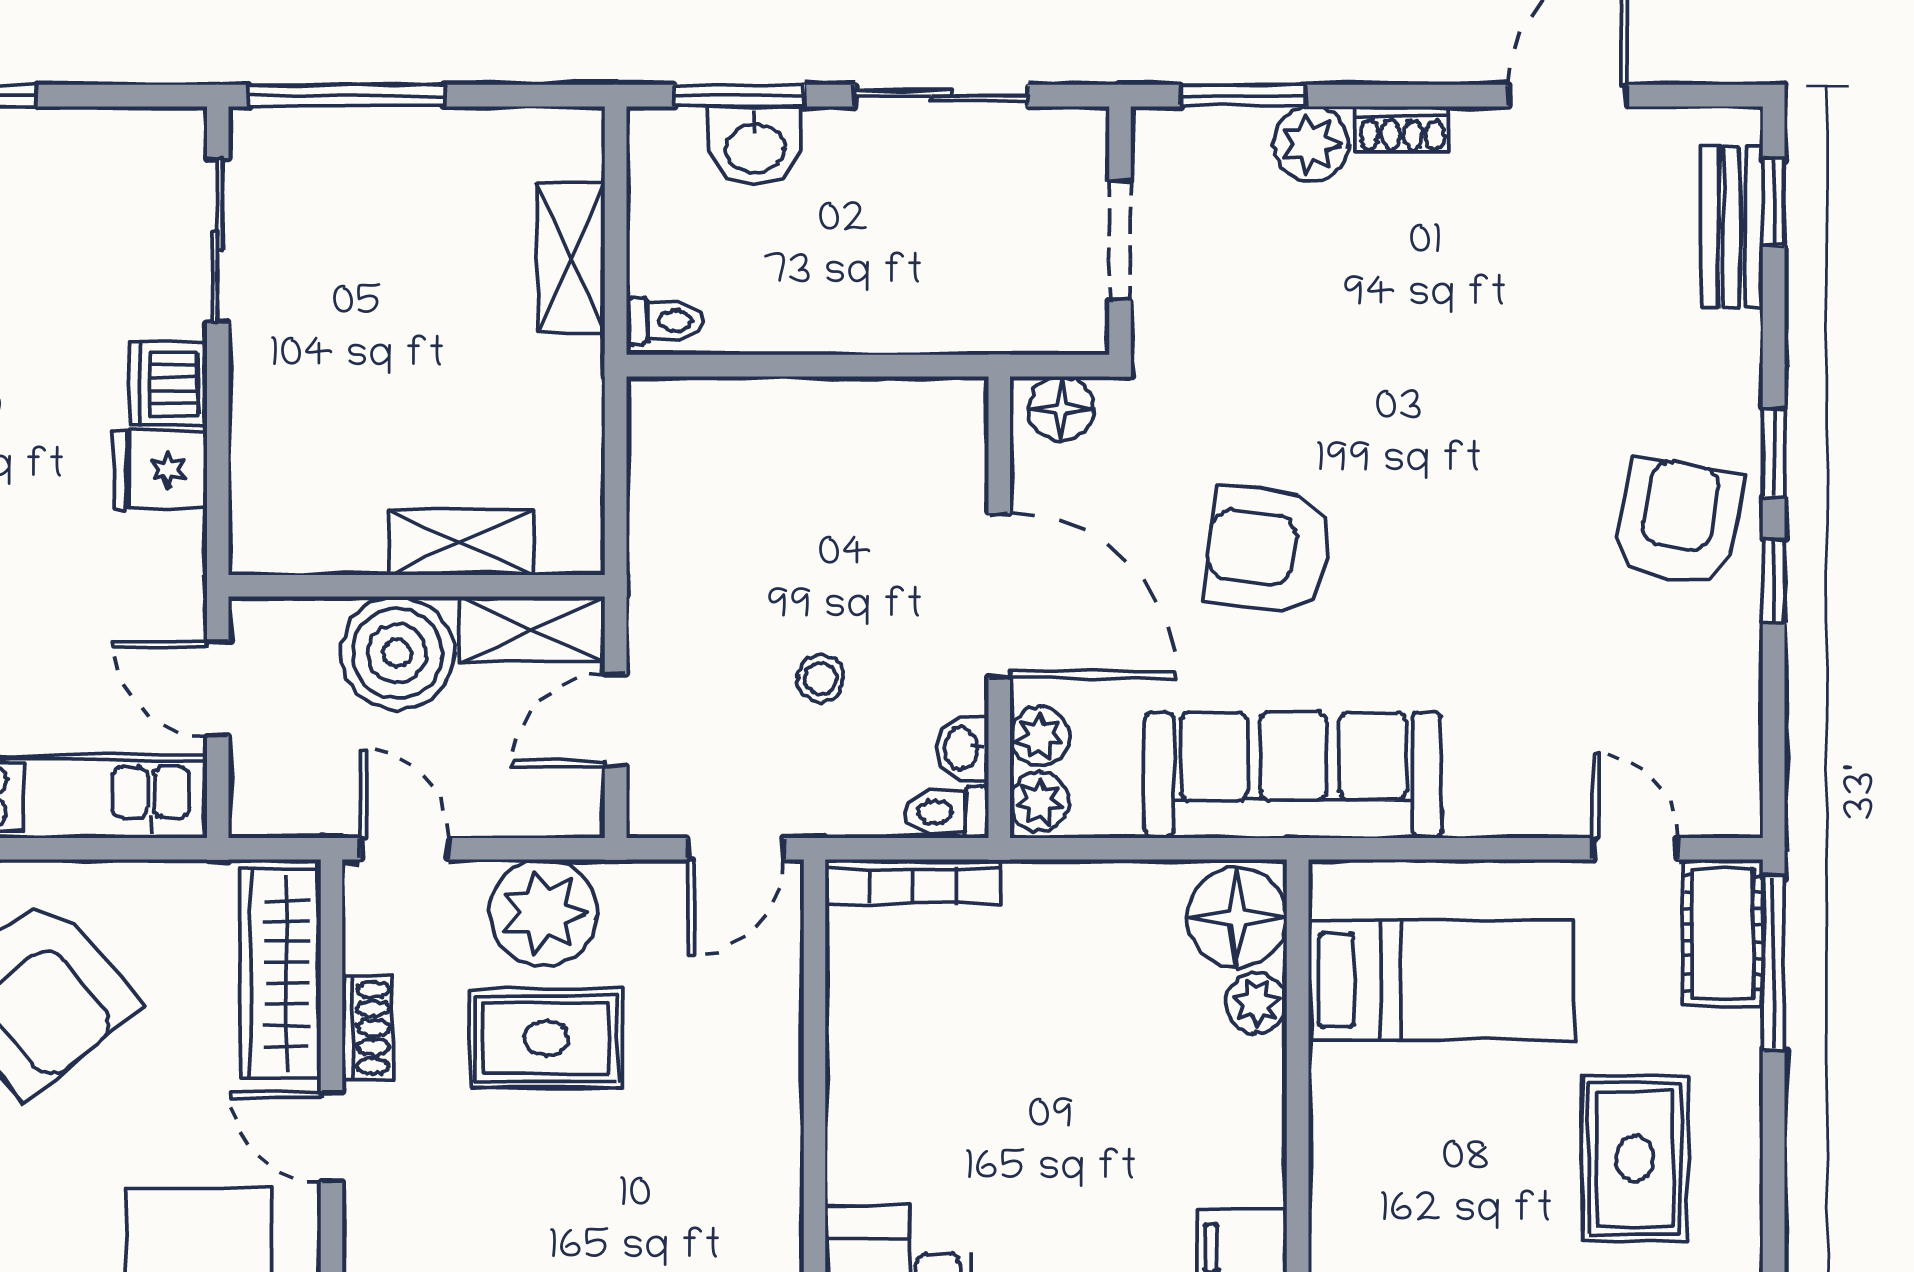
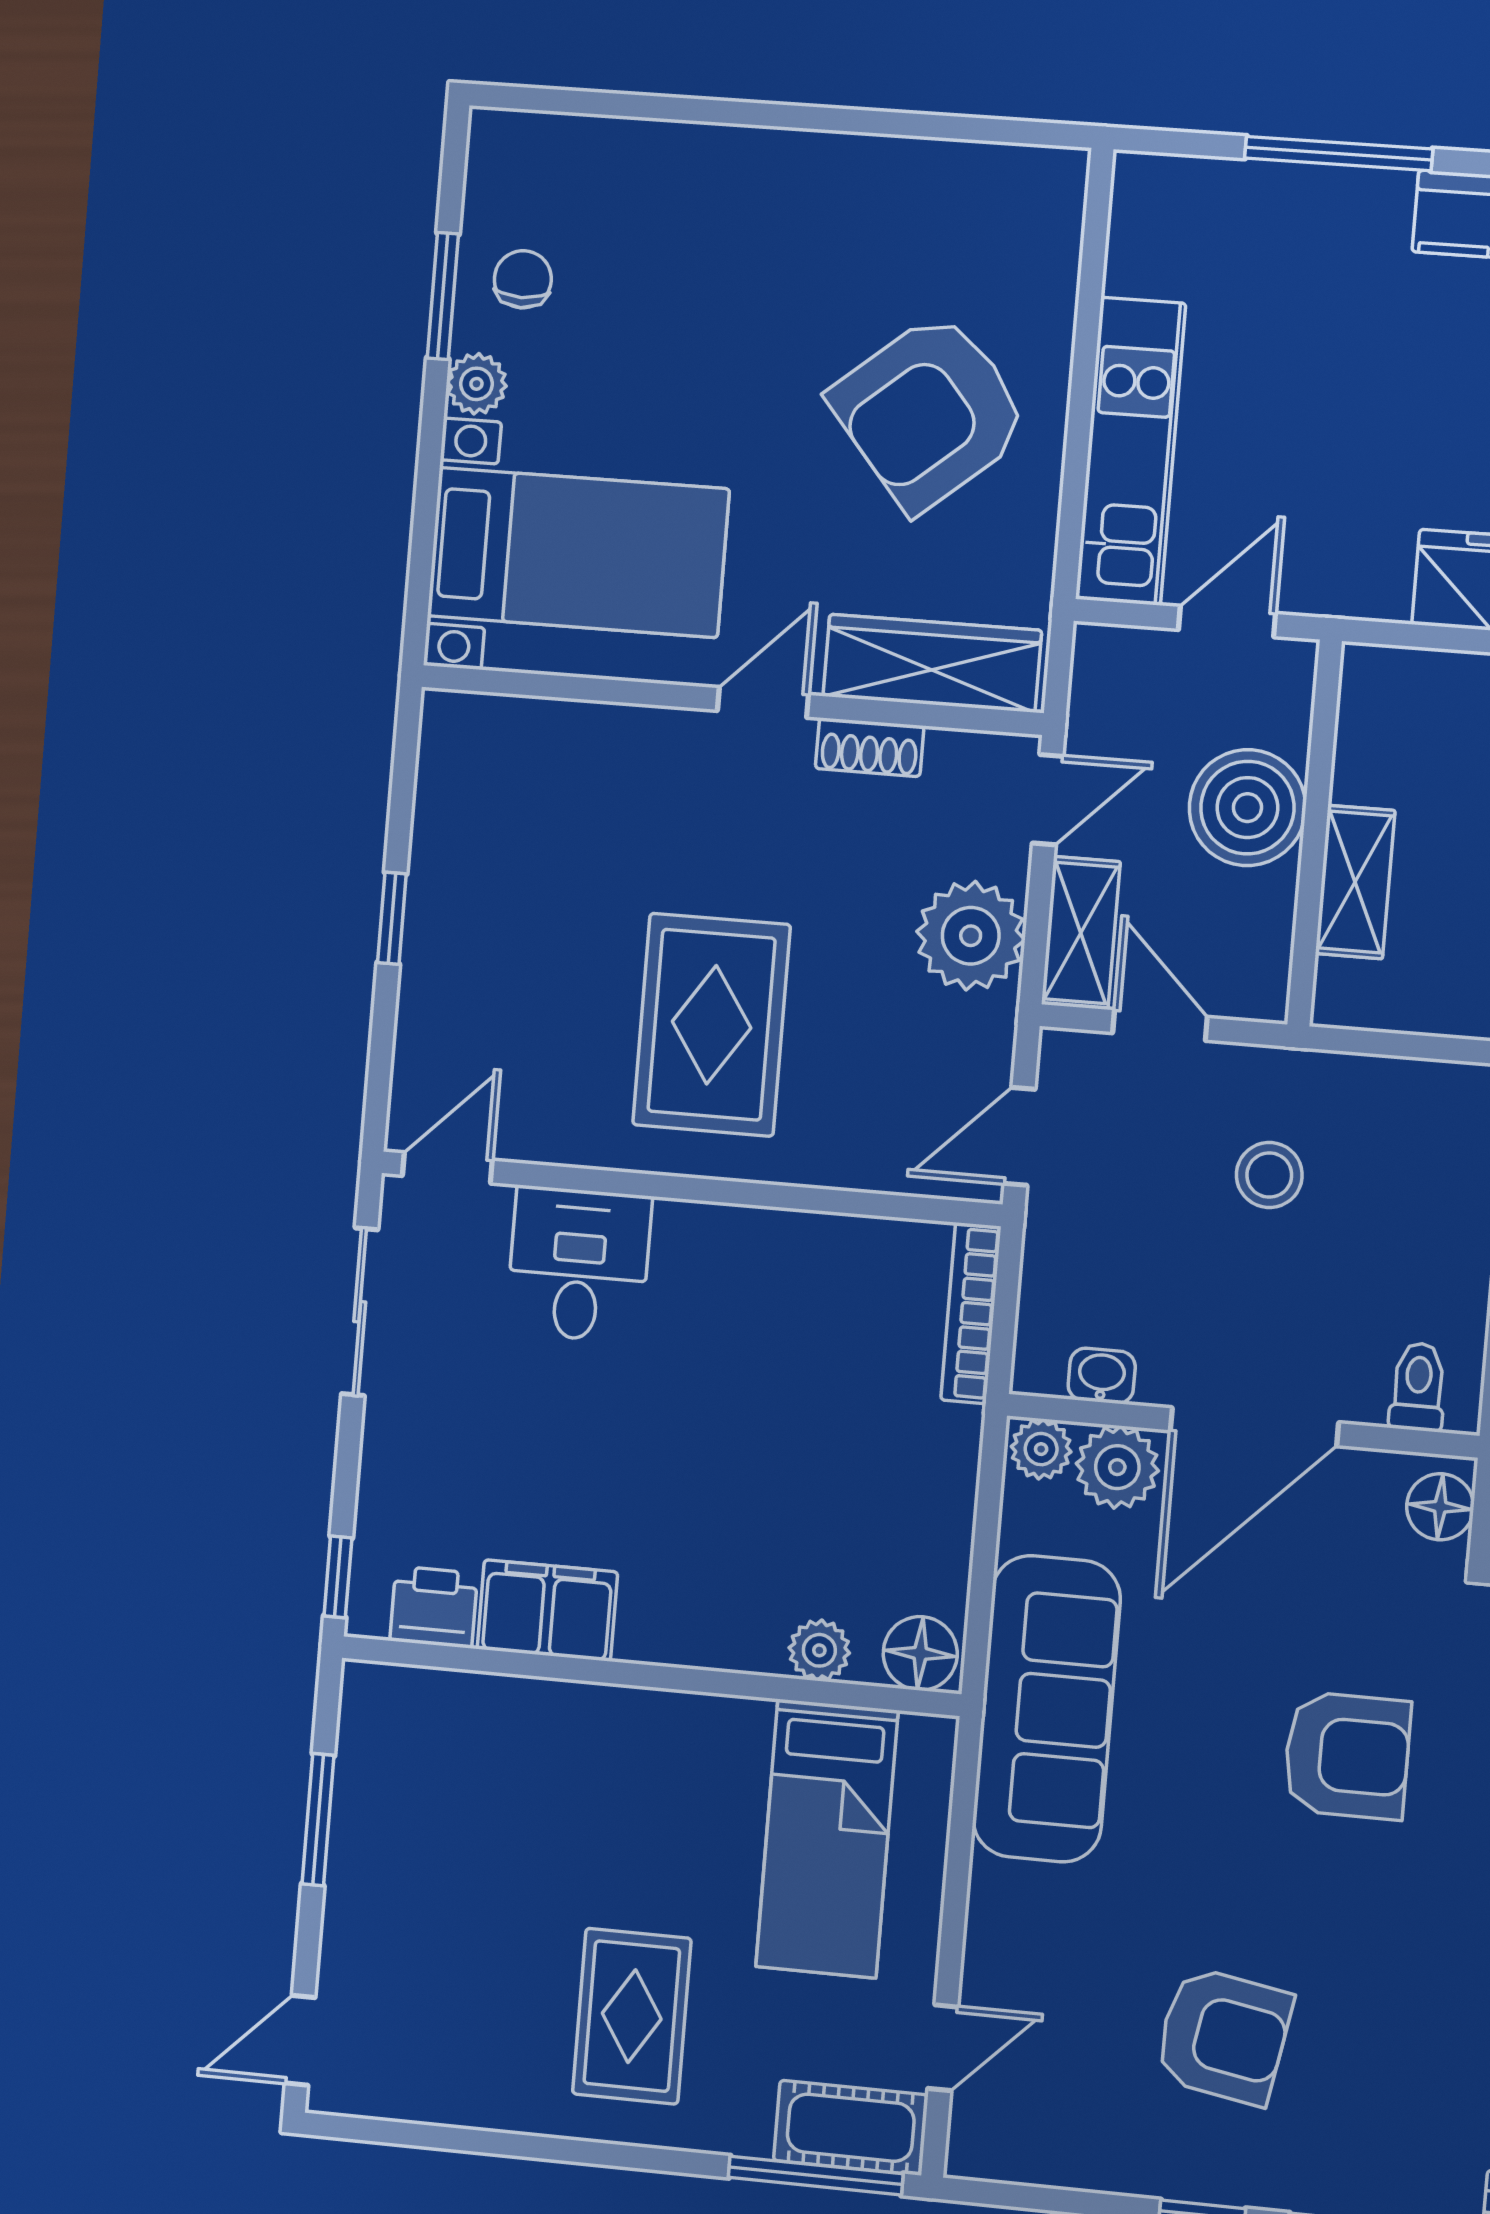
armchair: (1678, 522) -> (1223, 2036), moved
armchair: (1268, 550) -> (1347, 1756), moved, turned 82
shelving: (532, 629) -> (1081, 933), moved
stool: (821, 678) -> (1269, 1175), moved, width x1.37, depth x1.37
plant: (1039, 737) -> (1117, 1467), width x1.38, depth x1.38
toilet: (946, 812) -> (1418, 1387), moved
door: (736, 849) -> (1019, 1136), hinge flipped
floor lamp: (1237, 917) -> (920, 1653), width x0.73, depth x0.73
rug: (546, 1038) -> (712, 1025), moved, width x1.36, depth x1.43
rug: (1635, 1159) -> (632, 2016), turned 90

